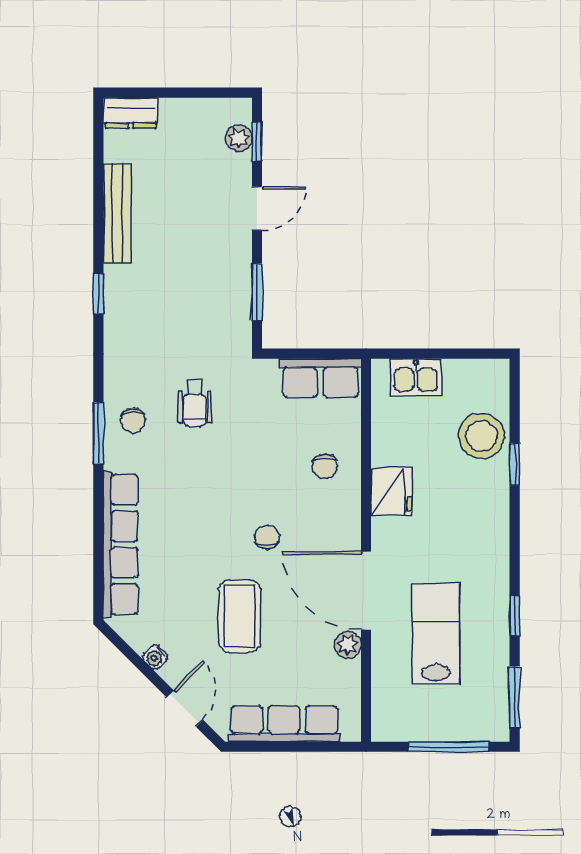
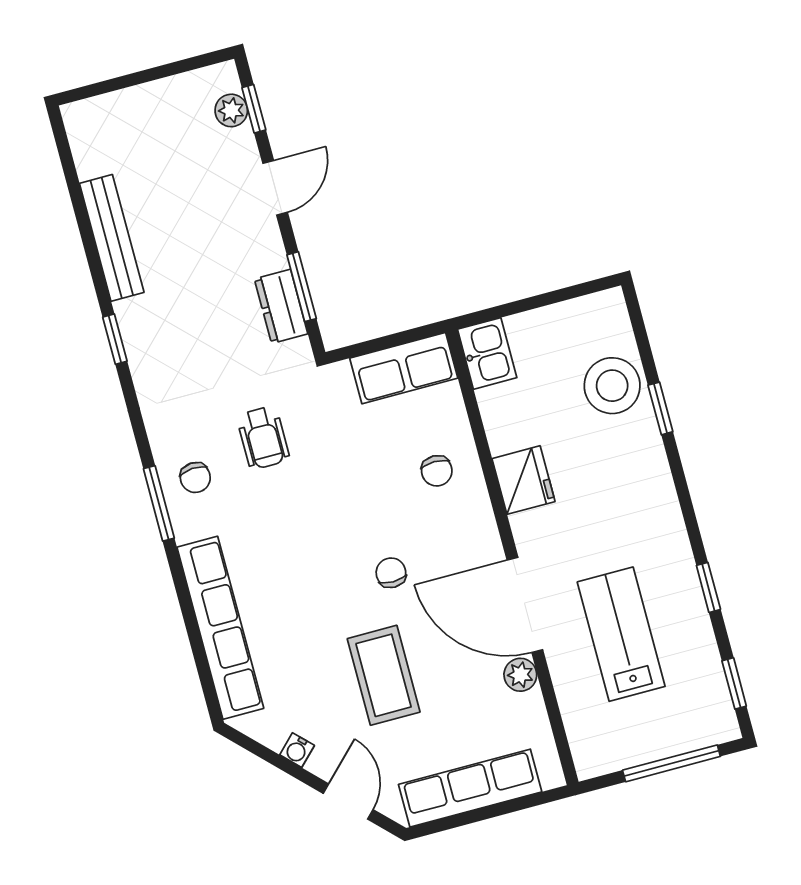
dresser: (131, 113) -> (281, 306), moved, turned 90
kitchen sink: (416, 377) -> (487, 353), moved, turned -90
window: (515, 697) -> (734, 683), width x0.67

